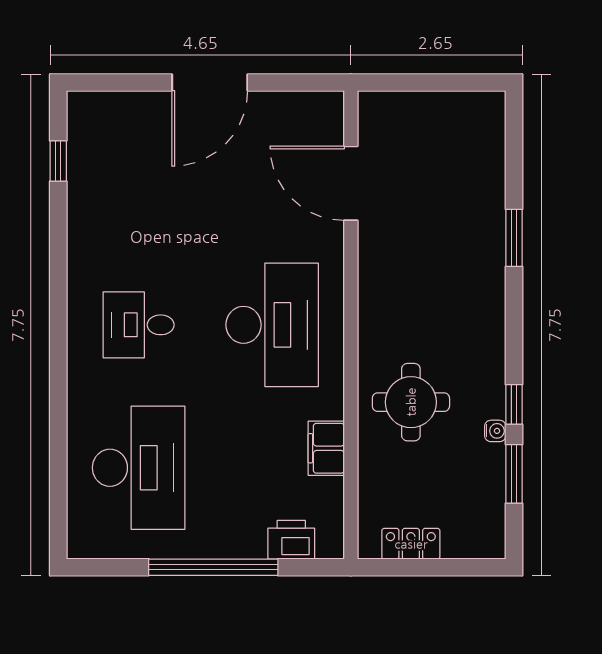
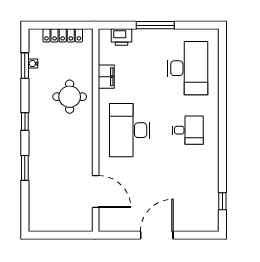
window: (514, 404) -> (25, 122), moved
water cooler: (495, 431) -> (33, 64), moved
desk: (139, 468) -> (188, 68), turned 180
locker: (411, 544) -> (63, 35), width x1.53
window: (213, 567) -> (155, 25), width x0.68

